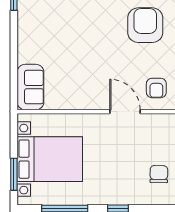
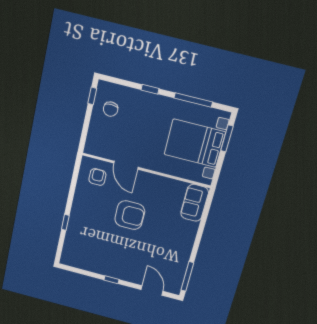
armchair: (145, 25) -> (130, 215), moved, turned -90

